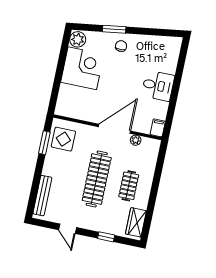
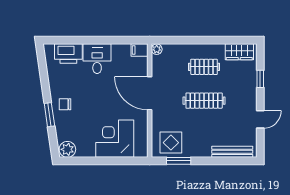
printer: (169, 60) -> (68, 54), added
corner desk: (82, 68) -> (115, 139), moved
plant: (136, 140) -> (157, 49), moved
clothes rail: (97, 179) -> (204, 101), width x0.73, depth x0.76

